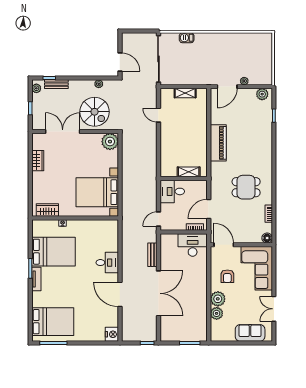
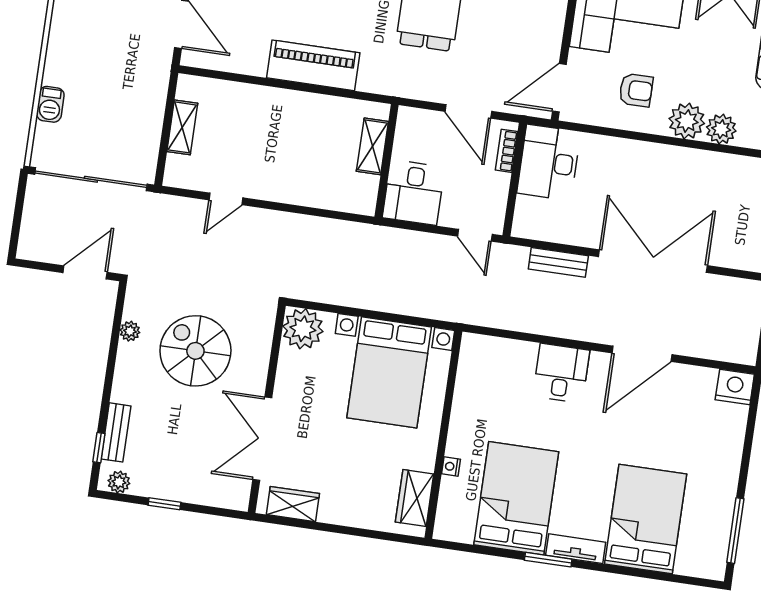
spiral stairs: (95, 112) -> (195, 351), turned -90
double door: (63, 132) -> (262, 439), moved
wall: (75, 132) -> (267, 409), moved
plant: (110, 142) -> (303, 329), moved
bed: (53, 322) -> (646, 519), moved

